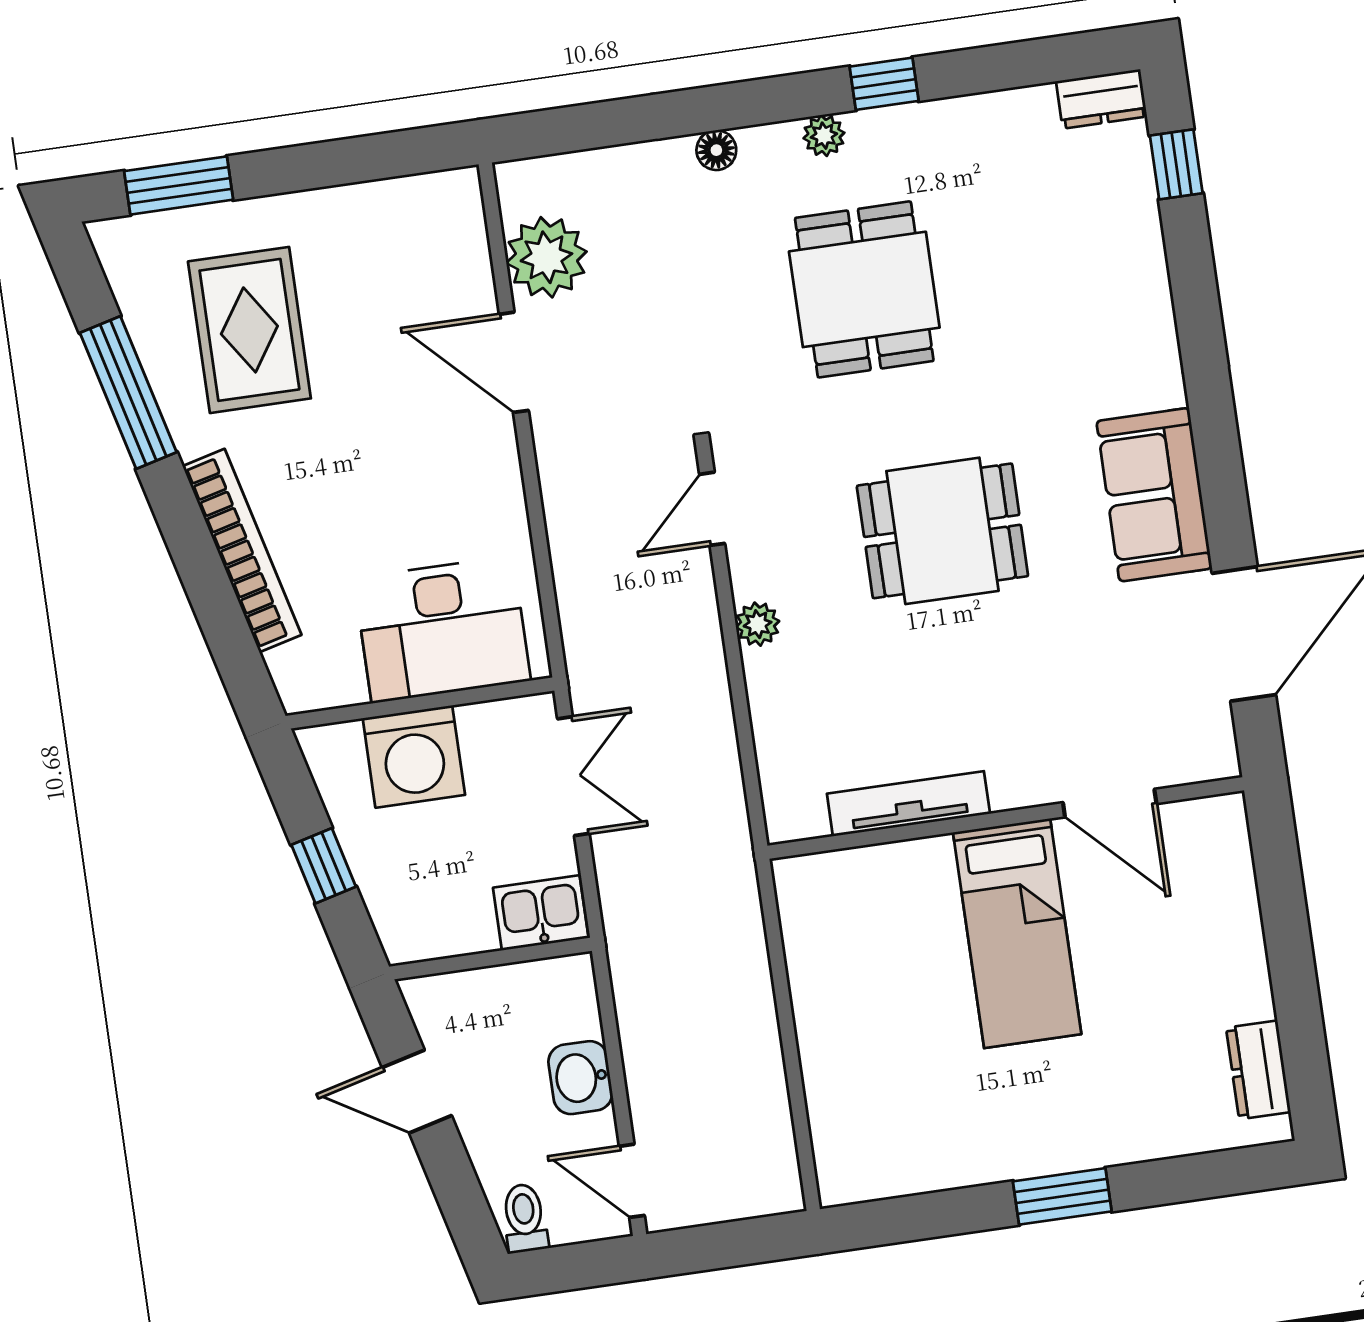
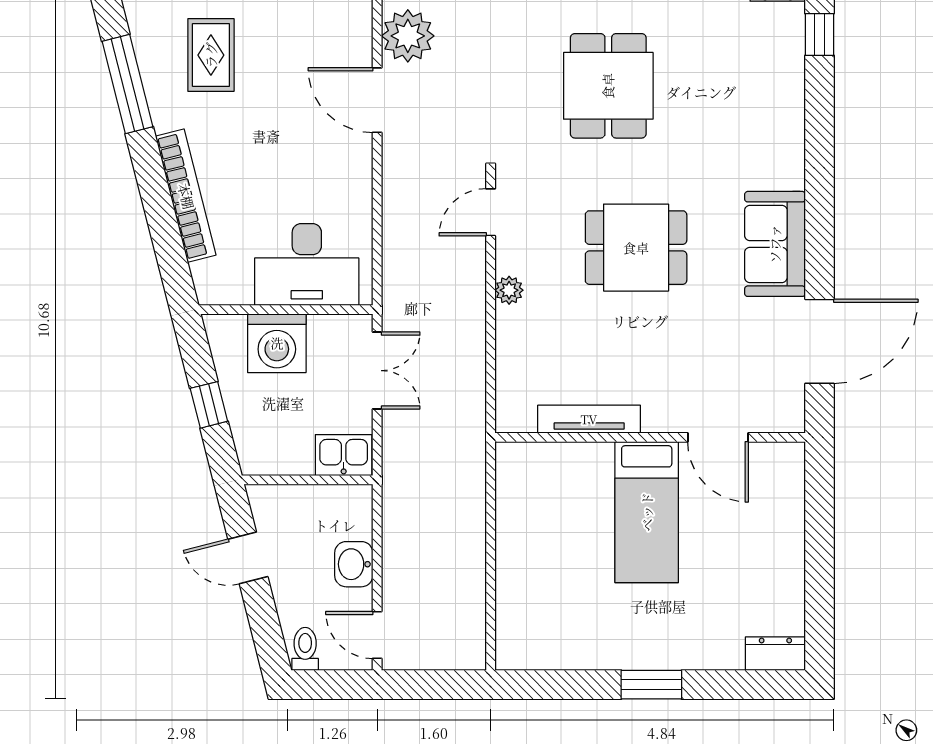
rug: (249, 330) -> (211, 55), width x0.73, depth x0.70
dresser: (1258, 1070) -> (775, 654), moved, turned 90

